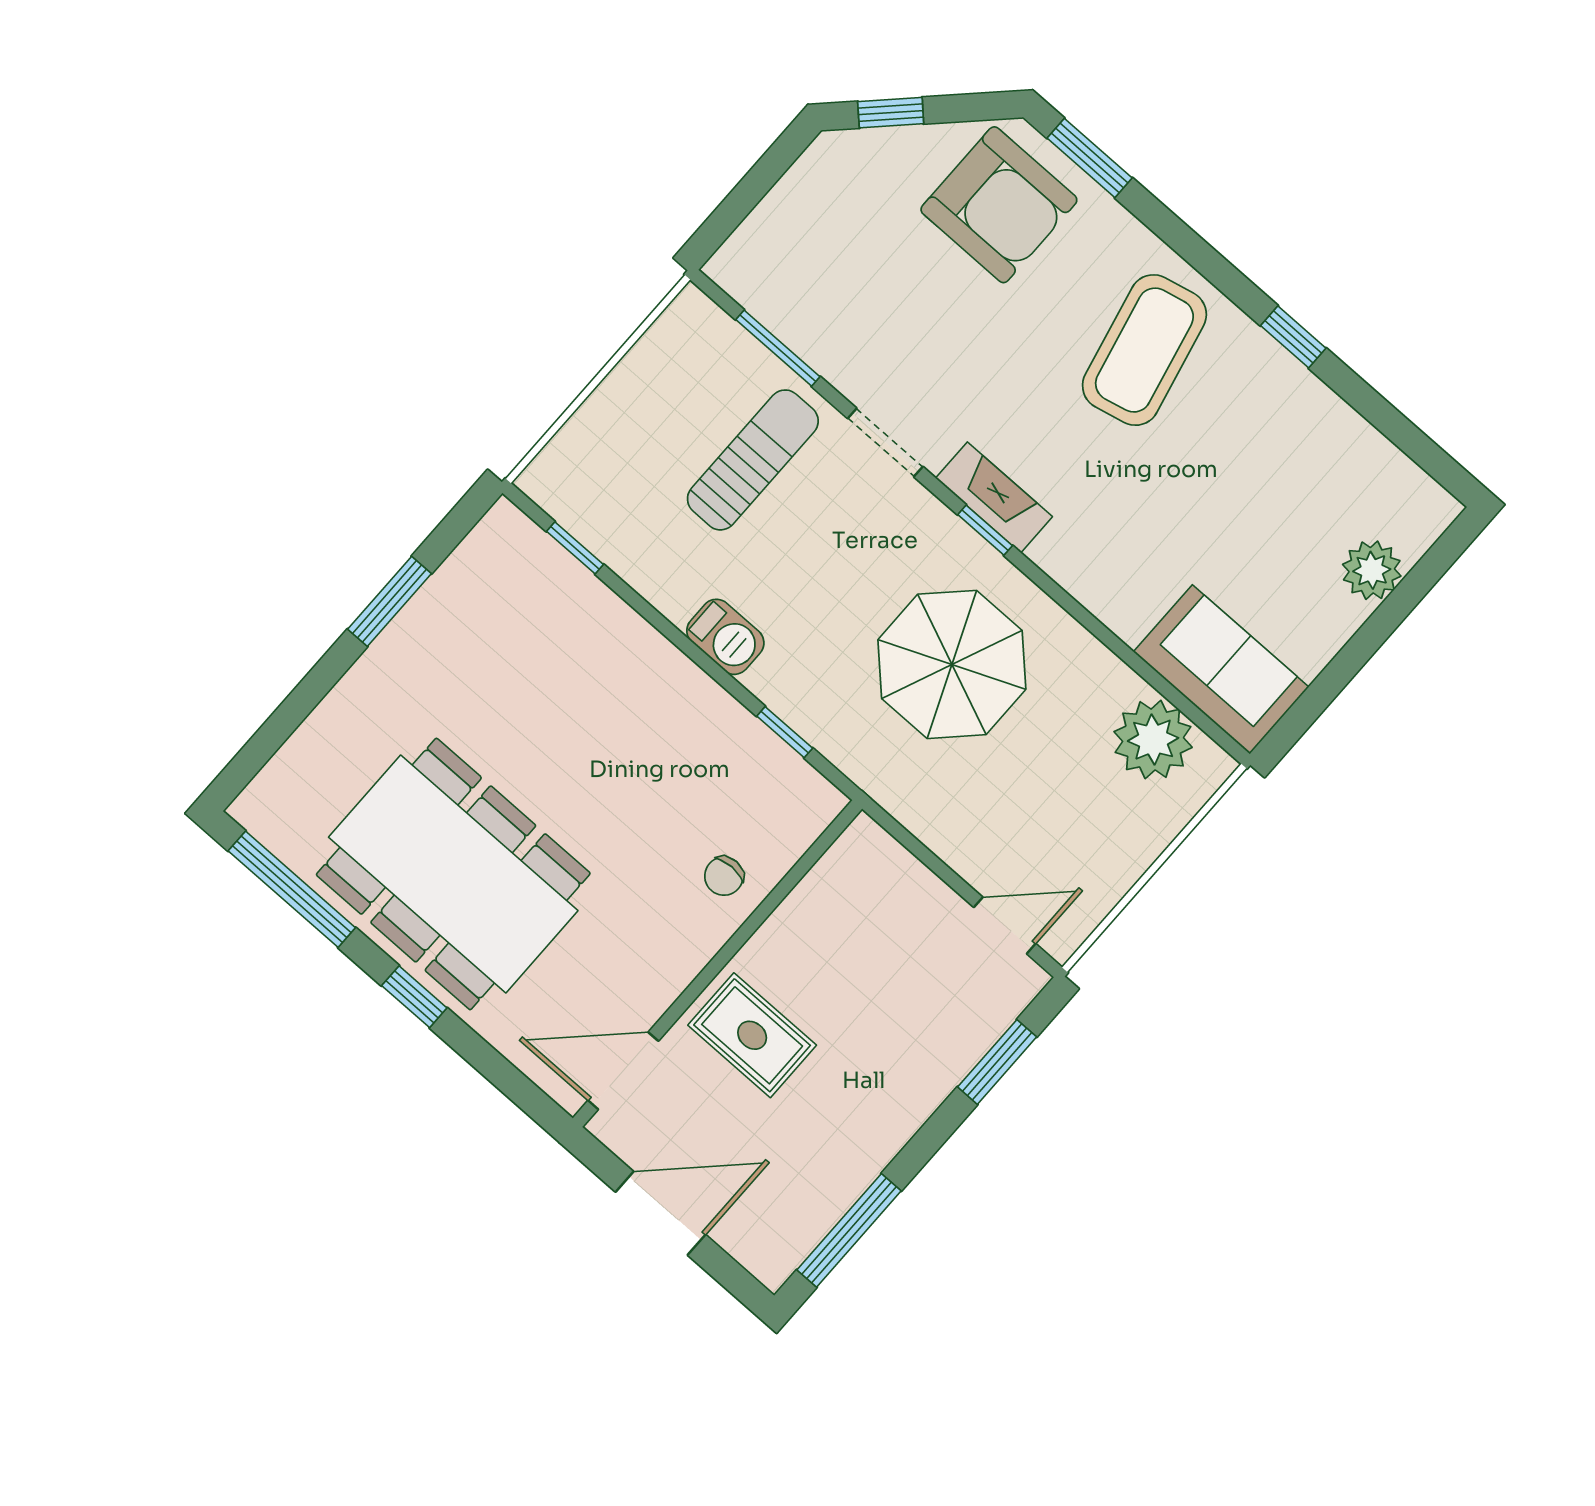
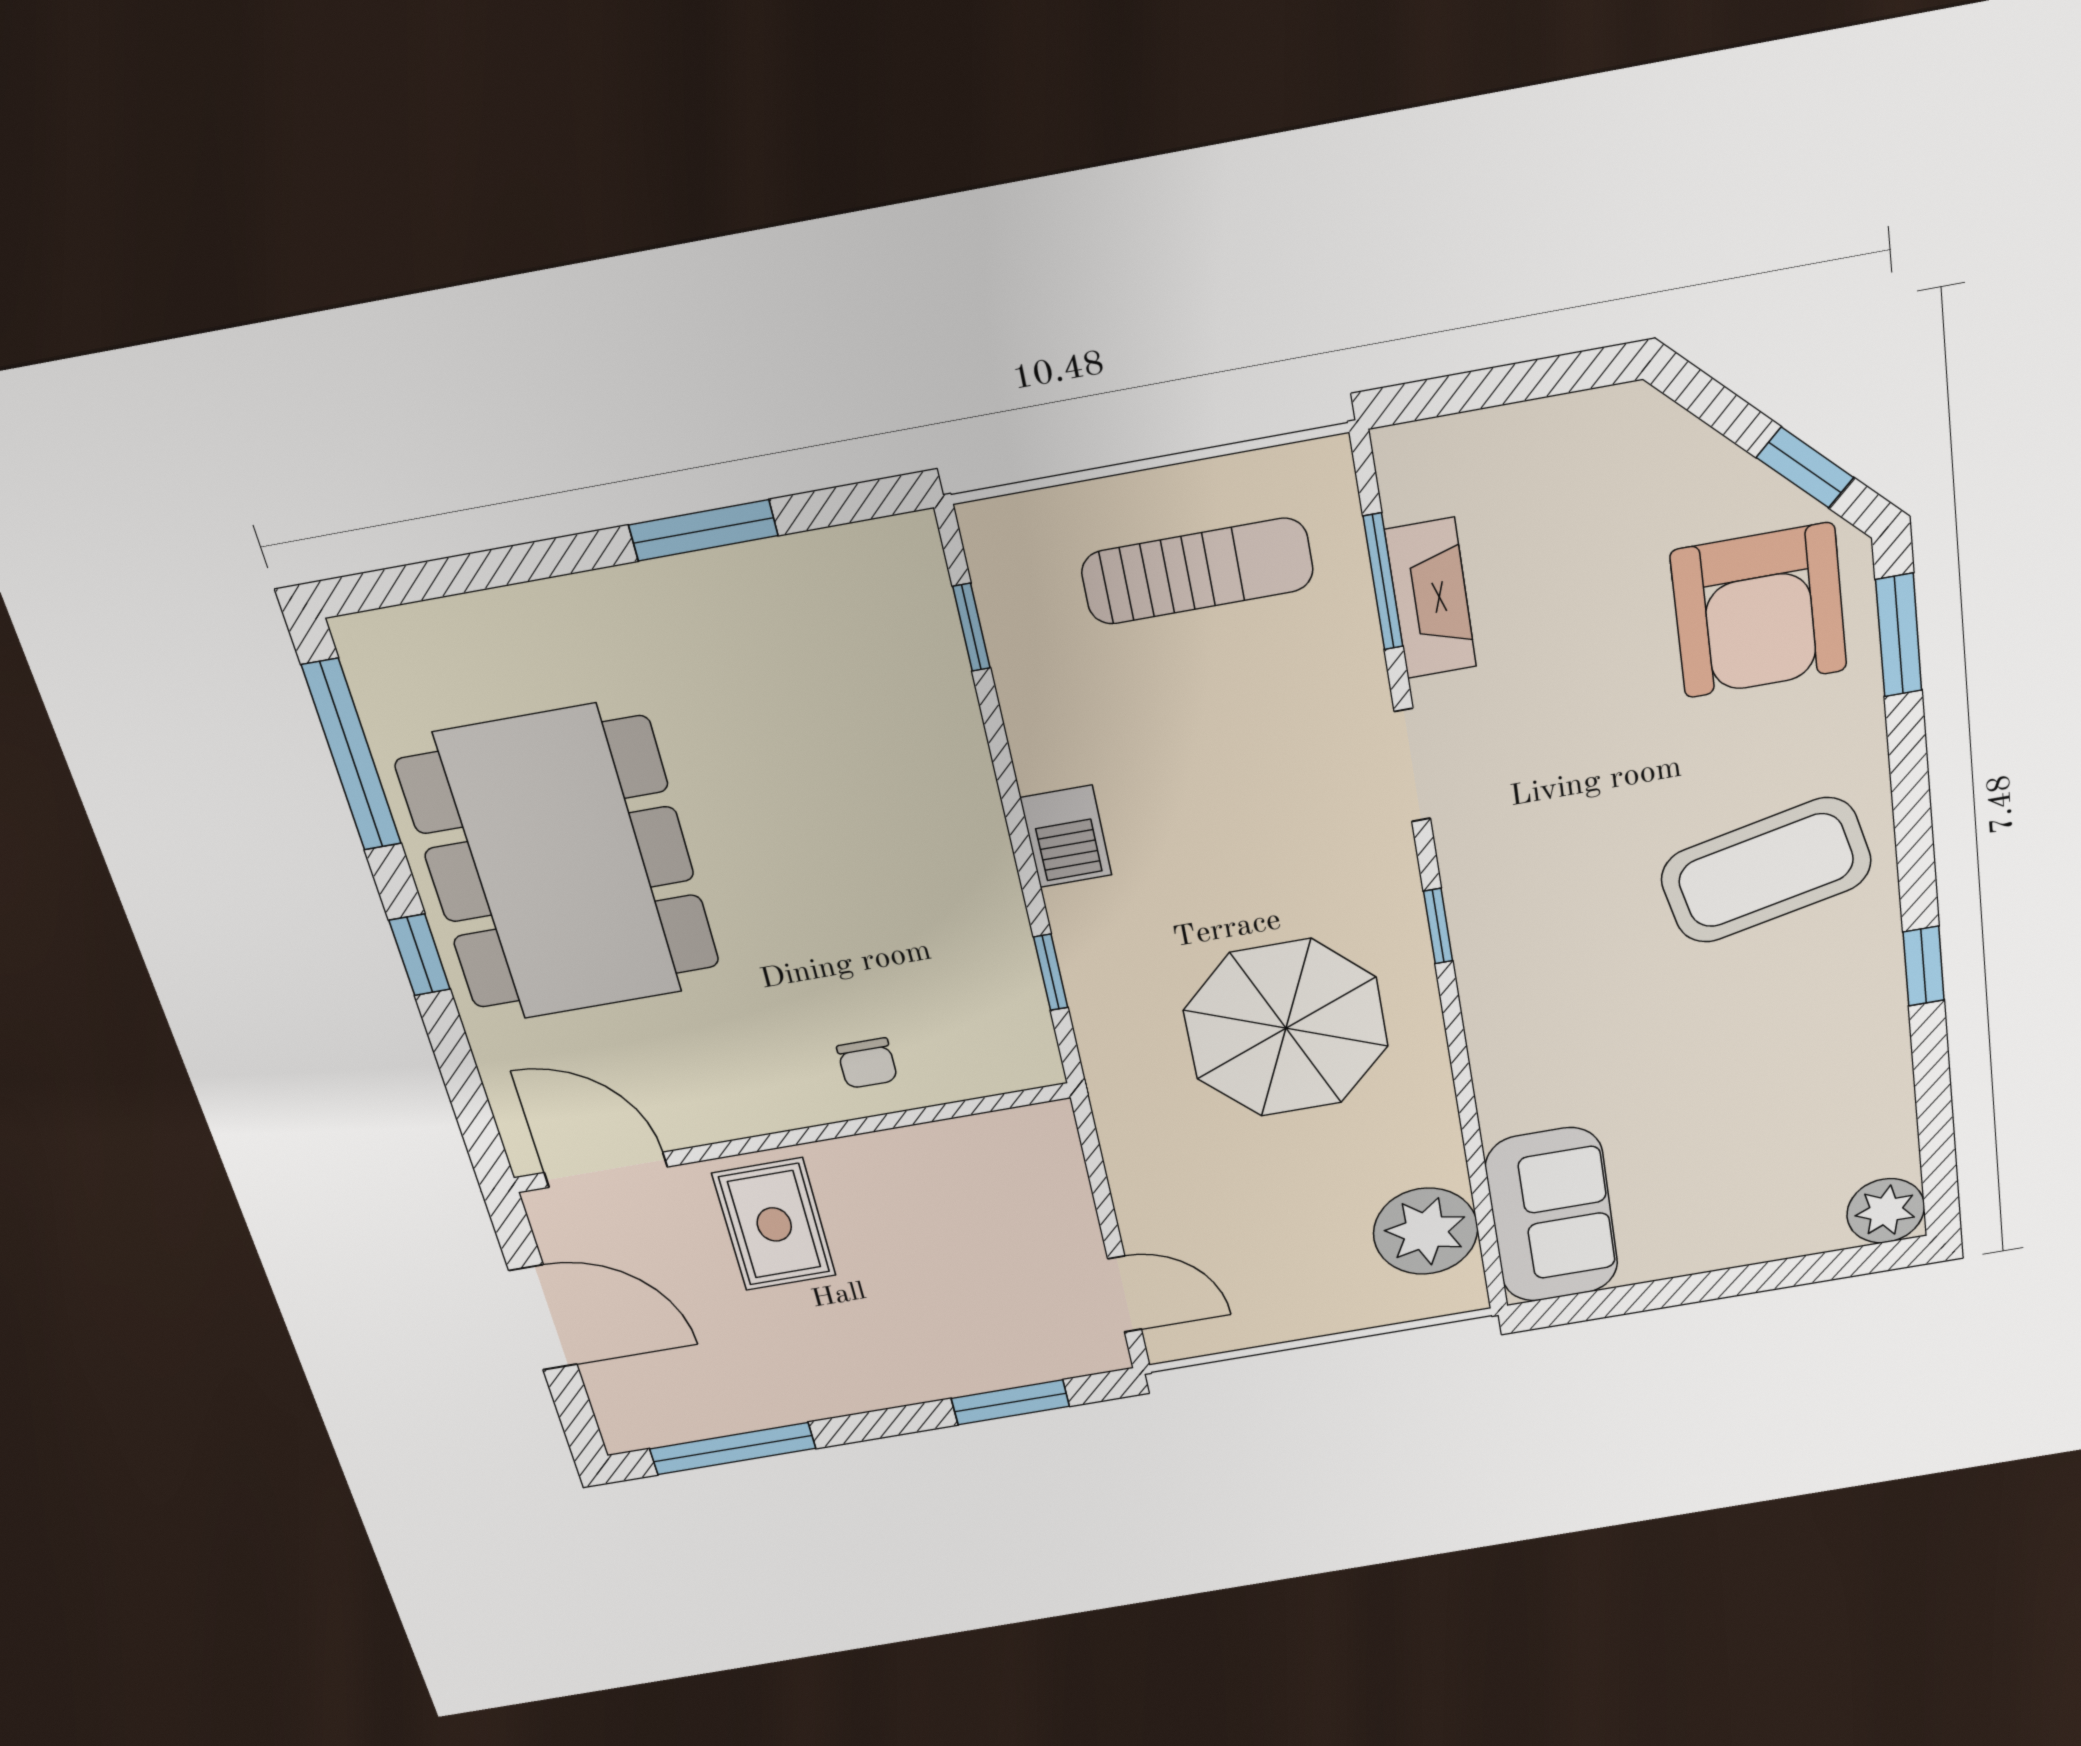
window: (891, 113) -> (1805, 467), moved
sun lounger: (753, 460) -> (1197, 571), moved
fireplace: (994, 497) -> (1431, 598), moved
plant: (1372, 570) -> (1886, 1211), moved
chair: (724, 876) -> (867, 1063), turned -90

